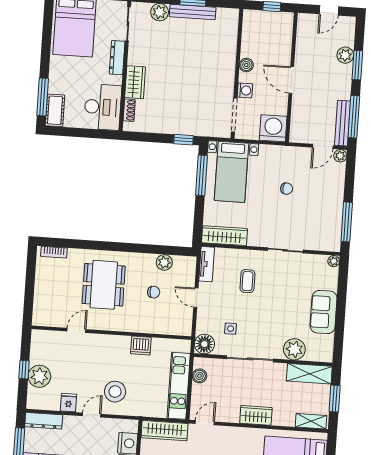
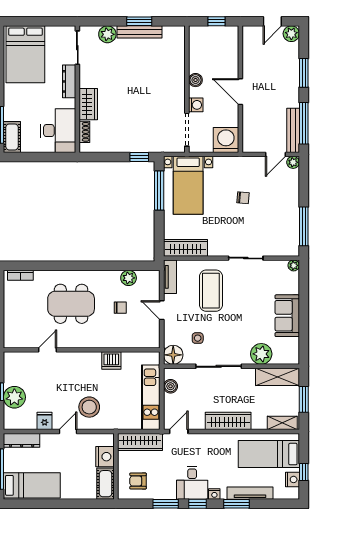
plant: (345, 55) -> (291, 34), moved
coffee table: (247, 281) -> (211, 291), width x1.86, depth x1.72
dining table: (104, 285) -> (71, 304), turned 90
wardrobe: (256, 415) -> (228, 421), width x1.50

